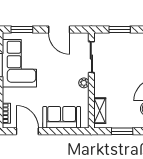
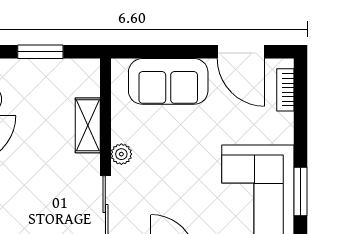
shelving: (100, 111) -> (88, 125), moved

